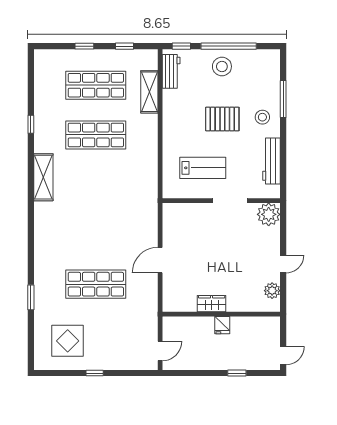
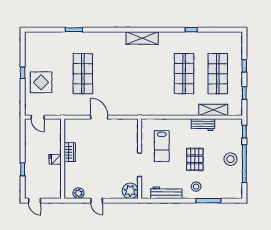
workbench: (171, 71) -> (203, 125), moved
shelving: (43, 177) -> (142, 38), moved
display table: (68, 341) -> (41, 82), moved

